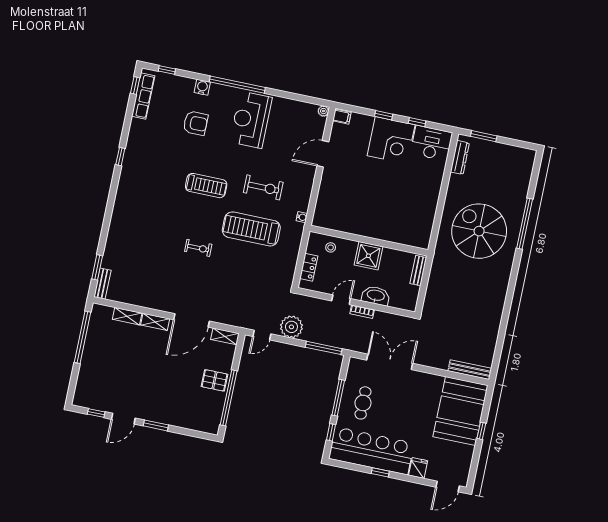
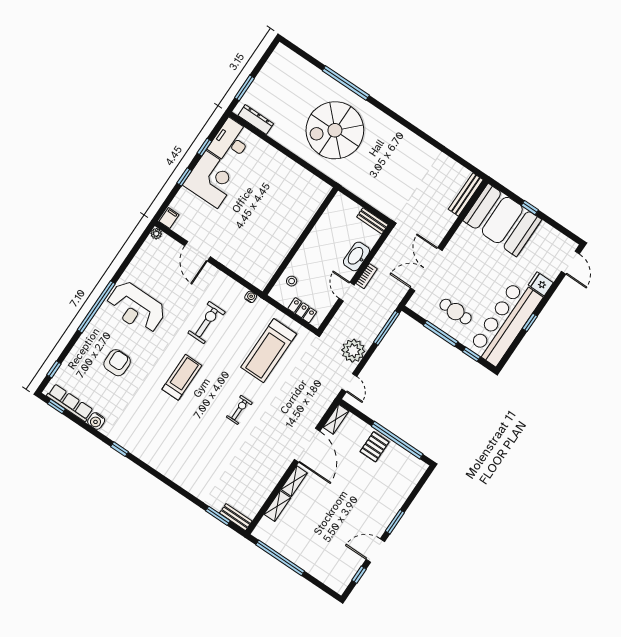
water cooler: (202, 87) -> (96, 421), moved, turned -90
treadmill: (251, 229) -> (269, 351), moved
shower: (368, 256) -> (315, 248), removed
bench: (418, 271) -> (372, 221), moved
door: (123, 419) -> (375, 551), swing flipped

